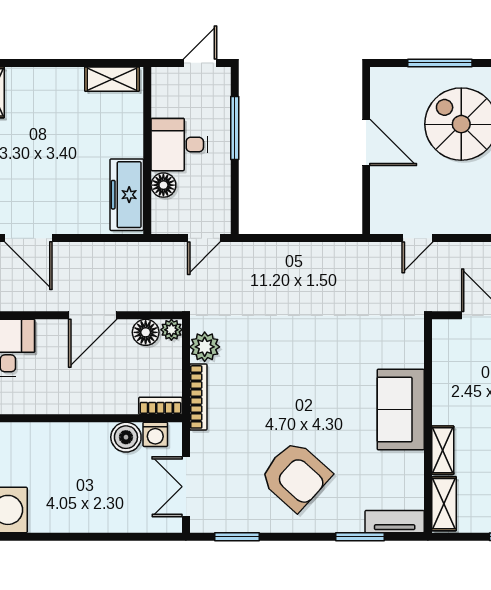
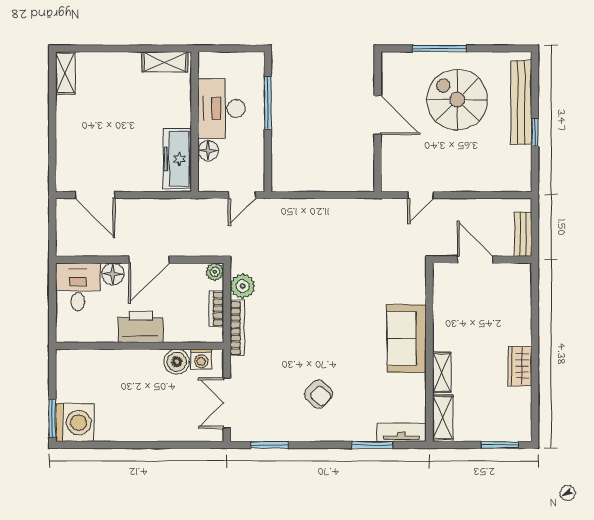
door: (200, 63) -> (239, 49), removed
desk: (179, 145) -> (221, 109), width x1.37
floor lamp: (146, 332) -> (113, 274), moved
printer: (83, 395) -> (141, 327), added
bookcase: (160, 406) -> (216, 309), moved, turned -90
armchair: (295, 476) -> (319, 394), width x0.53, depth x0.53

